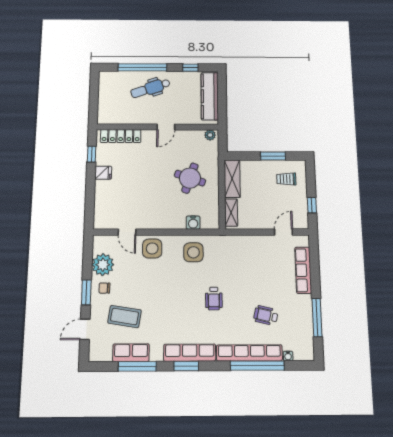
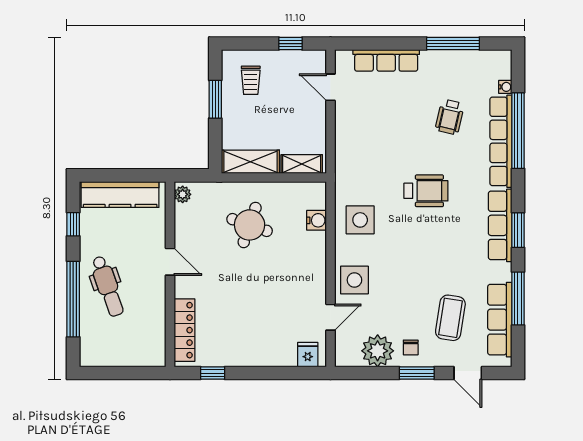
fridge: (103, 173) -> (308, 355), moved
wheelchair: (214, 298) -> (426, 191), width x1.36, depth x1.37
row of seats: (131, 353) -> (500, 320), width x1.48

